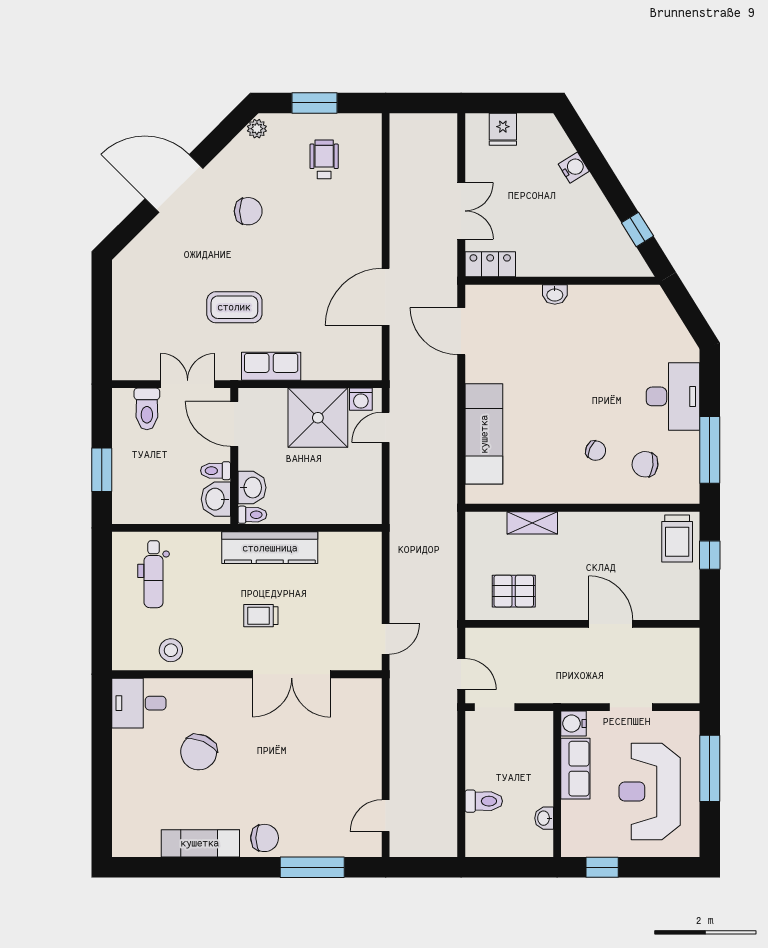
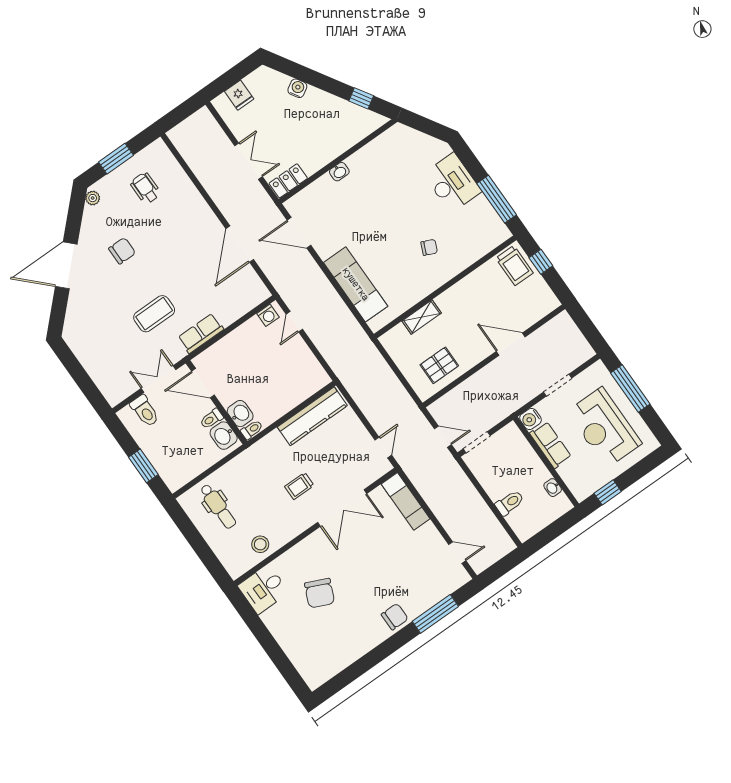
shower: (318, 418) -> (250, 344), removed
chair: (645, 464) -> (464, 235), removed
kitchen counter: (270, 548) -> (312, 416), moved
door: (386, 816) -> (457, 553), swing flipped
exam couch: (200, 843) -> (406, 501), moved, turned -90

